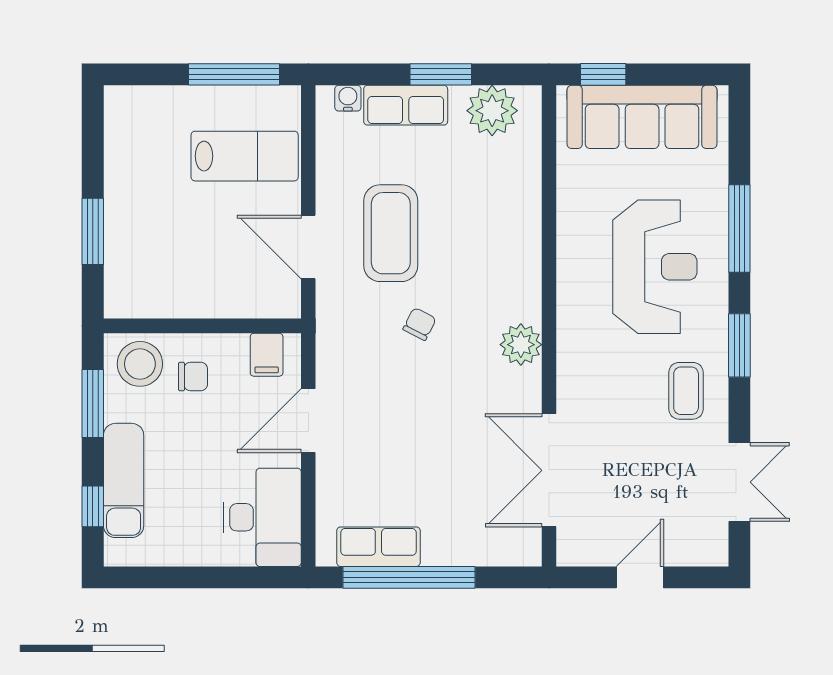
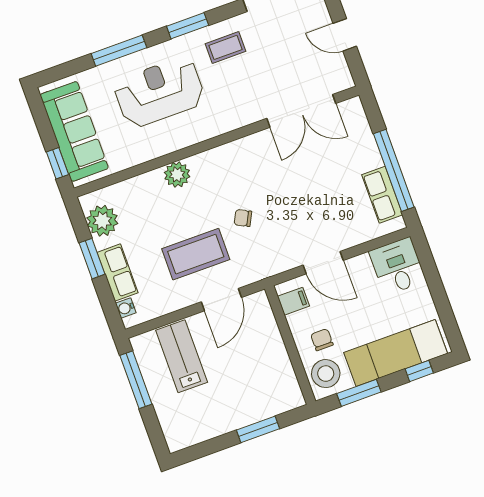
plant: (521, 345) -> (177, 175), moved
exam couch: (124, 480) -> (396, 353), width x1.36, depth x1.45
desk: (262, 517) -> (398, 266), width x0.73

